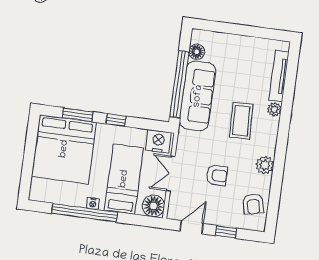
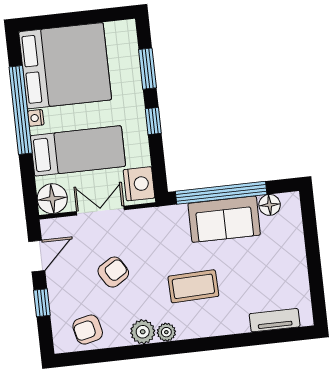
tv unit: (279, 76) -> (275, 320), width x0.71
sofa: (198, 96) -> (224, 219), width x0.73
plant: (274, 109) -> (166, 332), moved
bed: (64, 149) -> (65, 66), moved, turned 180
armchair: (217, 175) -> (113, 272), turned -122
door: (192, 227) -> (37, 256), hinge flipped

